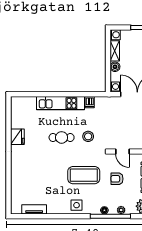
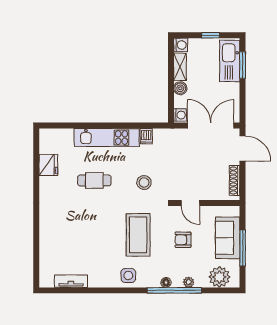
fridge: (17, 137) -> (48, 165), moved
cafe table: (62, 137) -> (94, 180), moved
coffee table: (84, 175) -> (138, 235), turned 90

